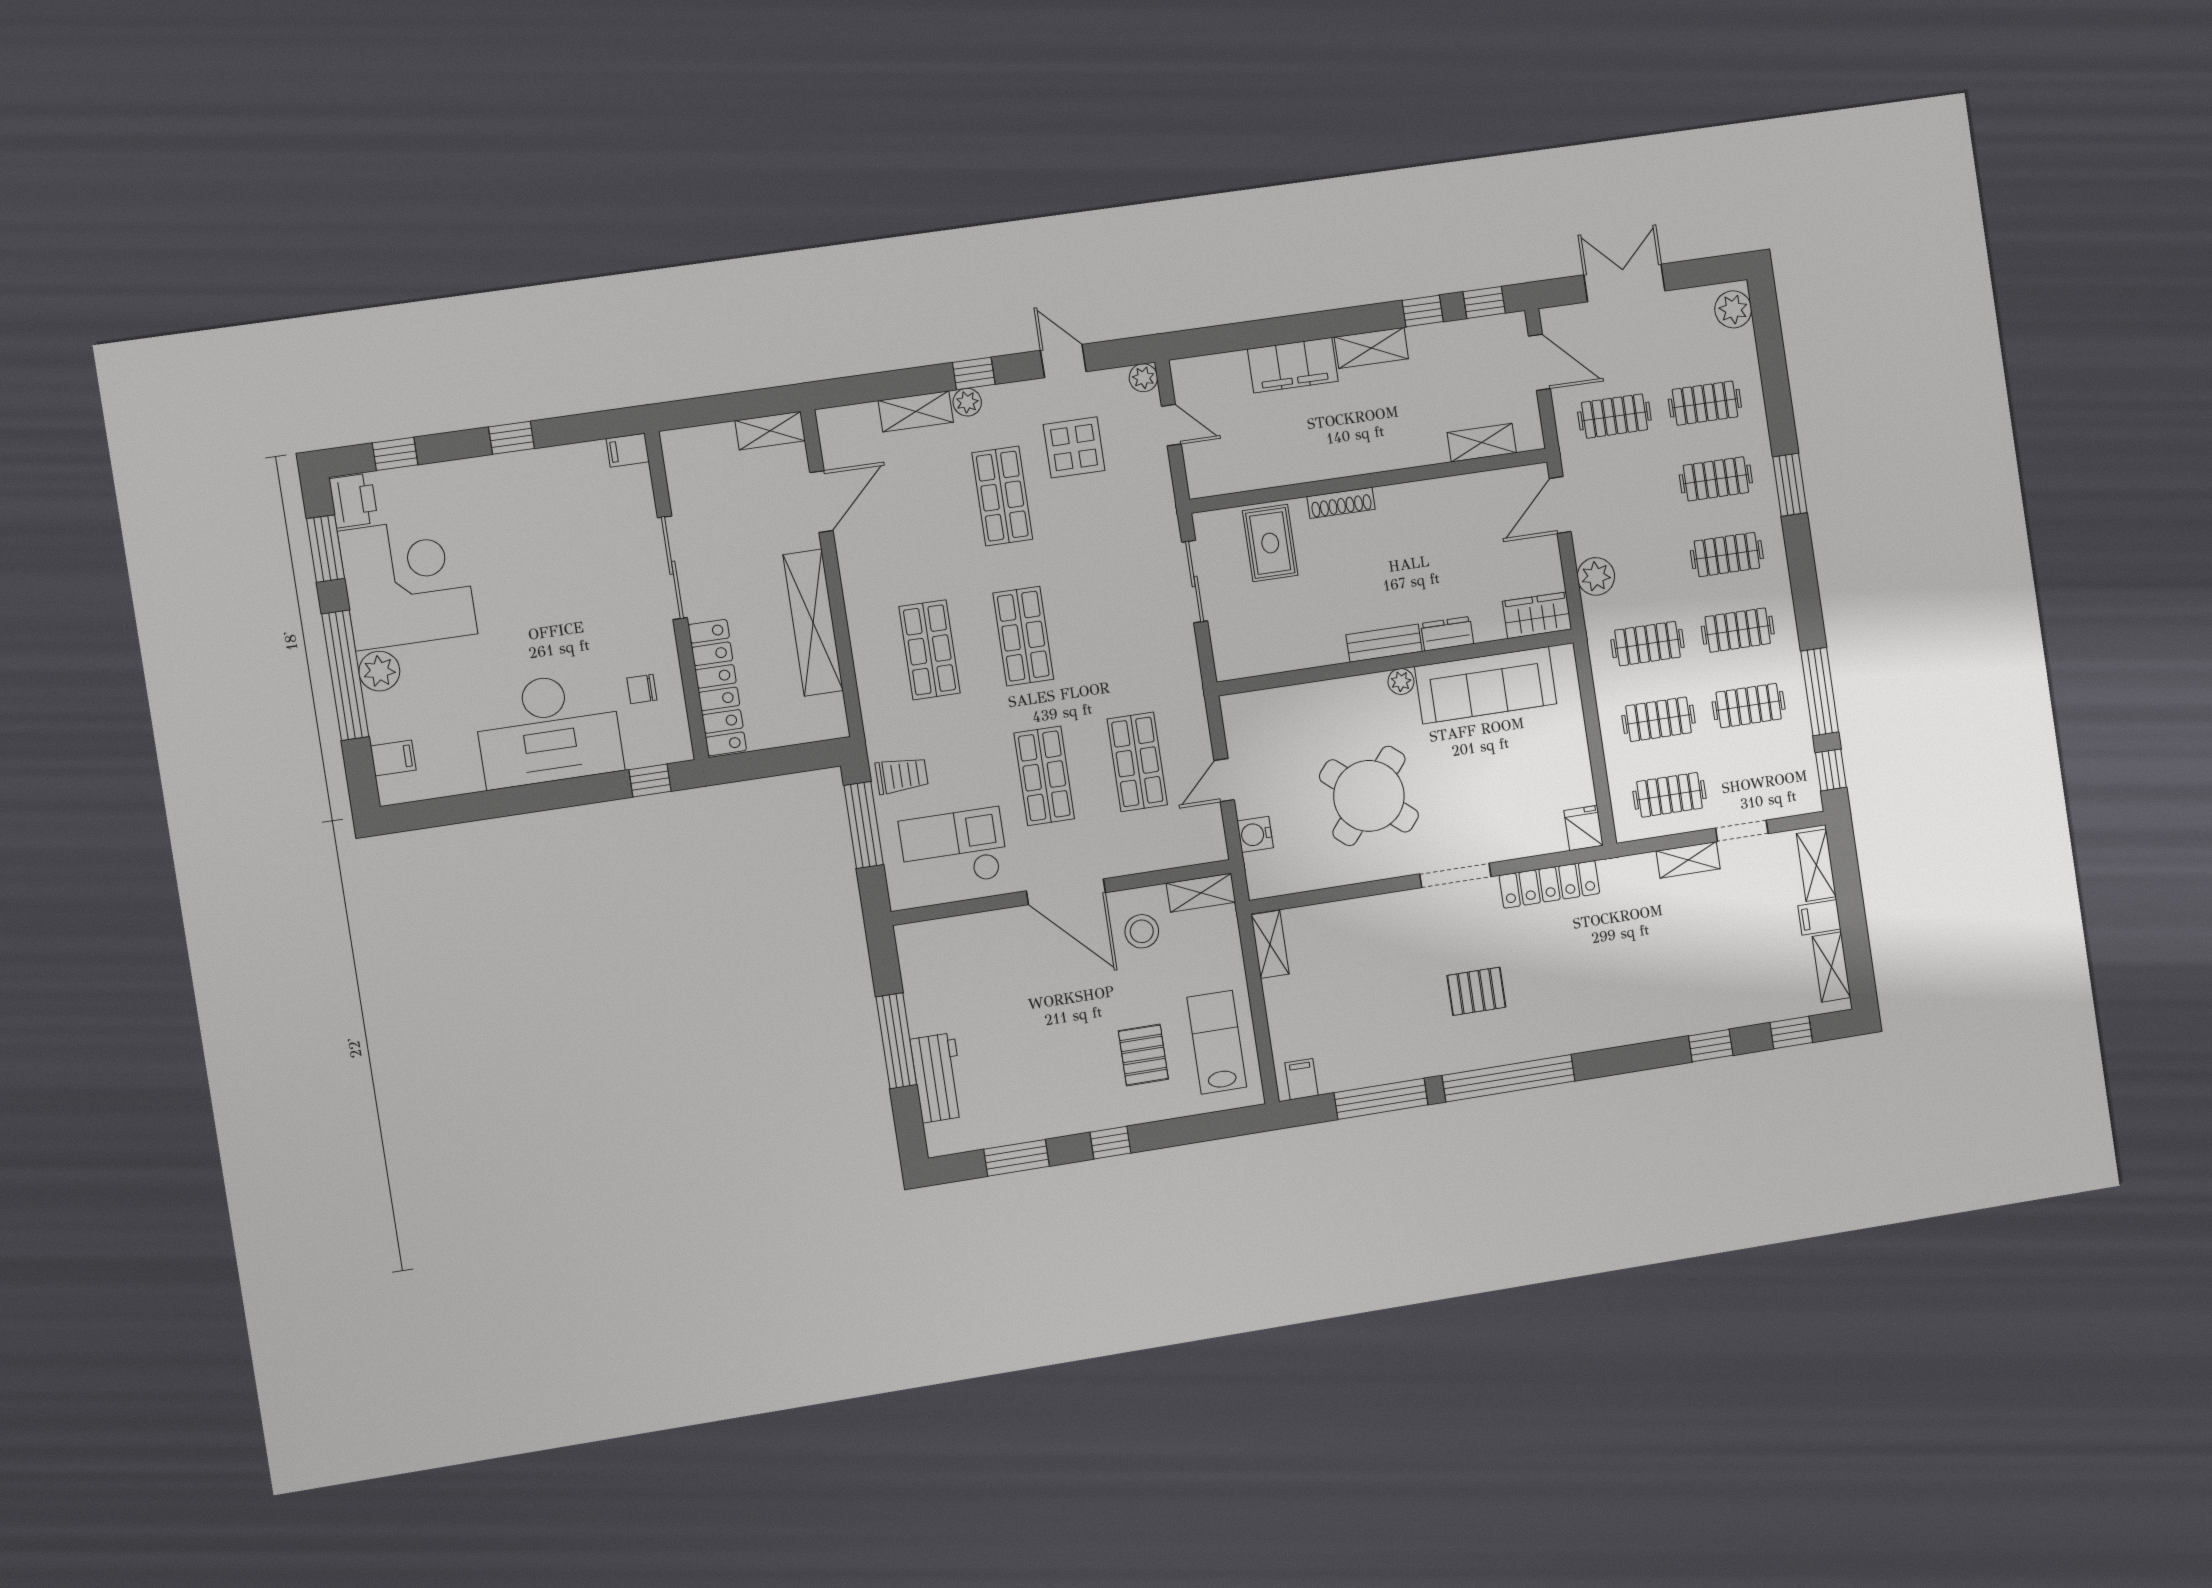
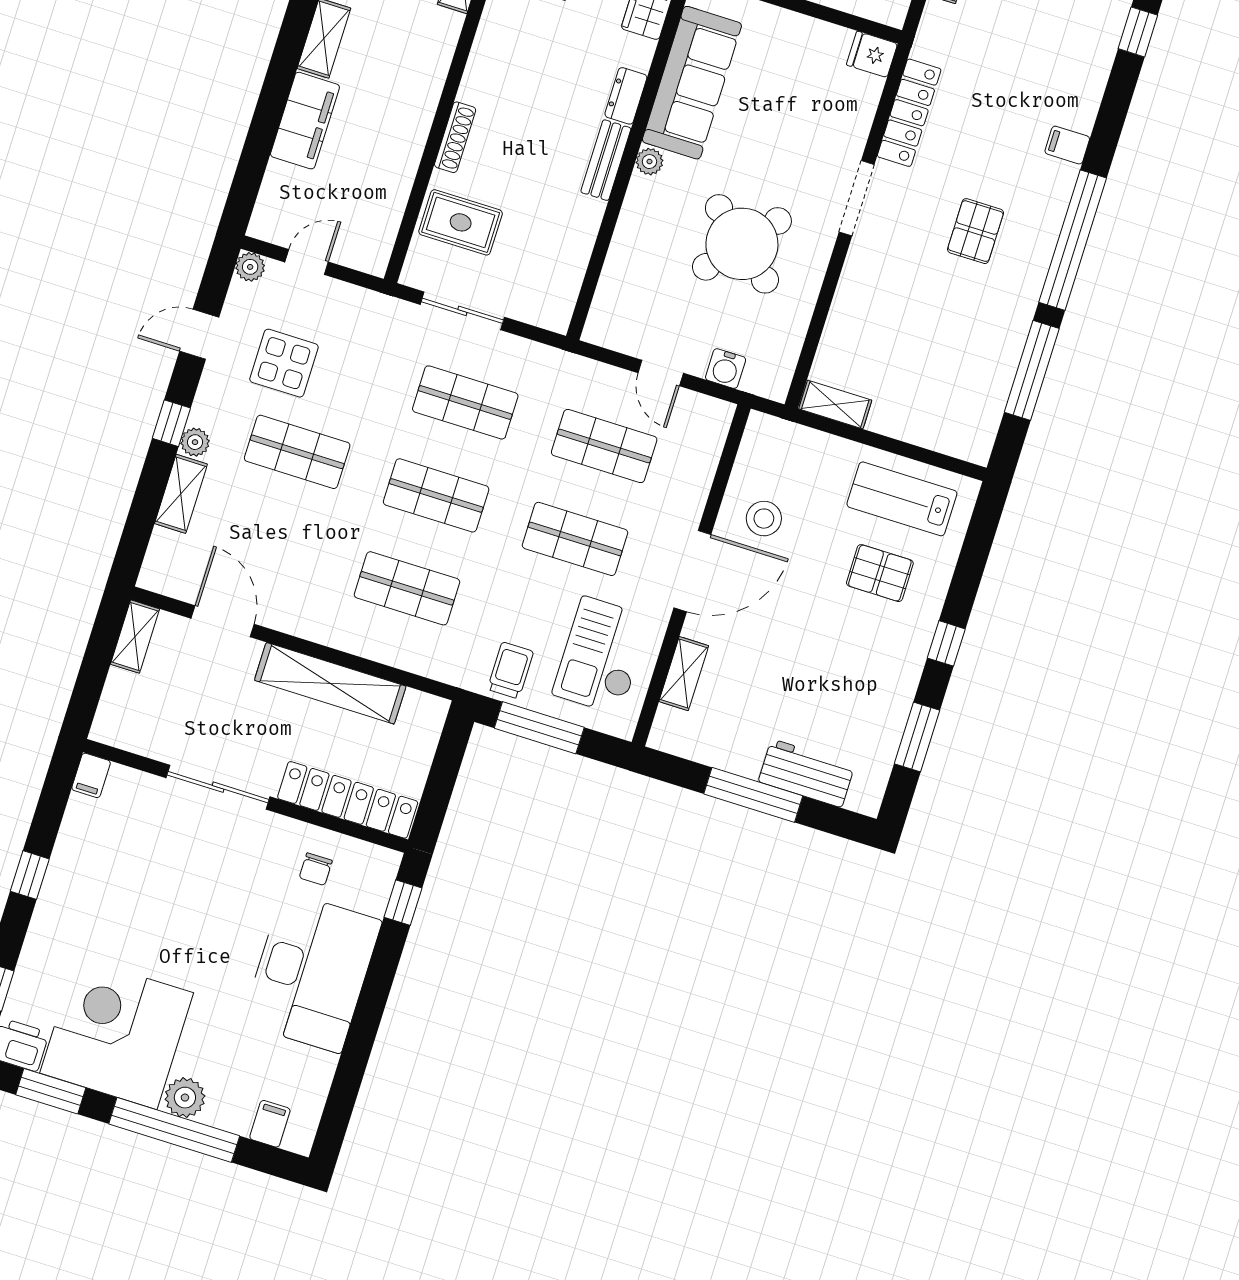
shop shelf: (1116, 622) -> (465, 402), added
shelving: (1201, 893) -> (684, 674), moved
filing cabinet: (1302, 1079) -> (1067, 145), moved

